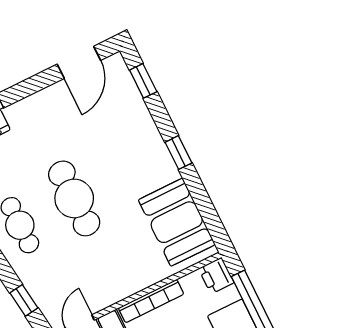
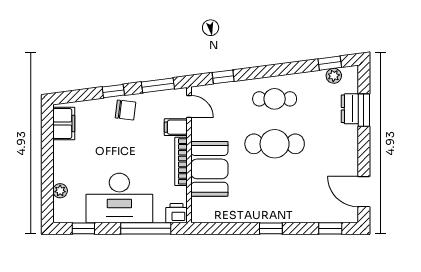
booth: (177, 222) -> (209, 169), moved, turned 90

